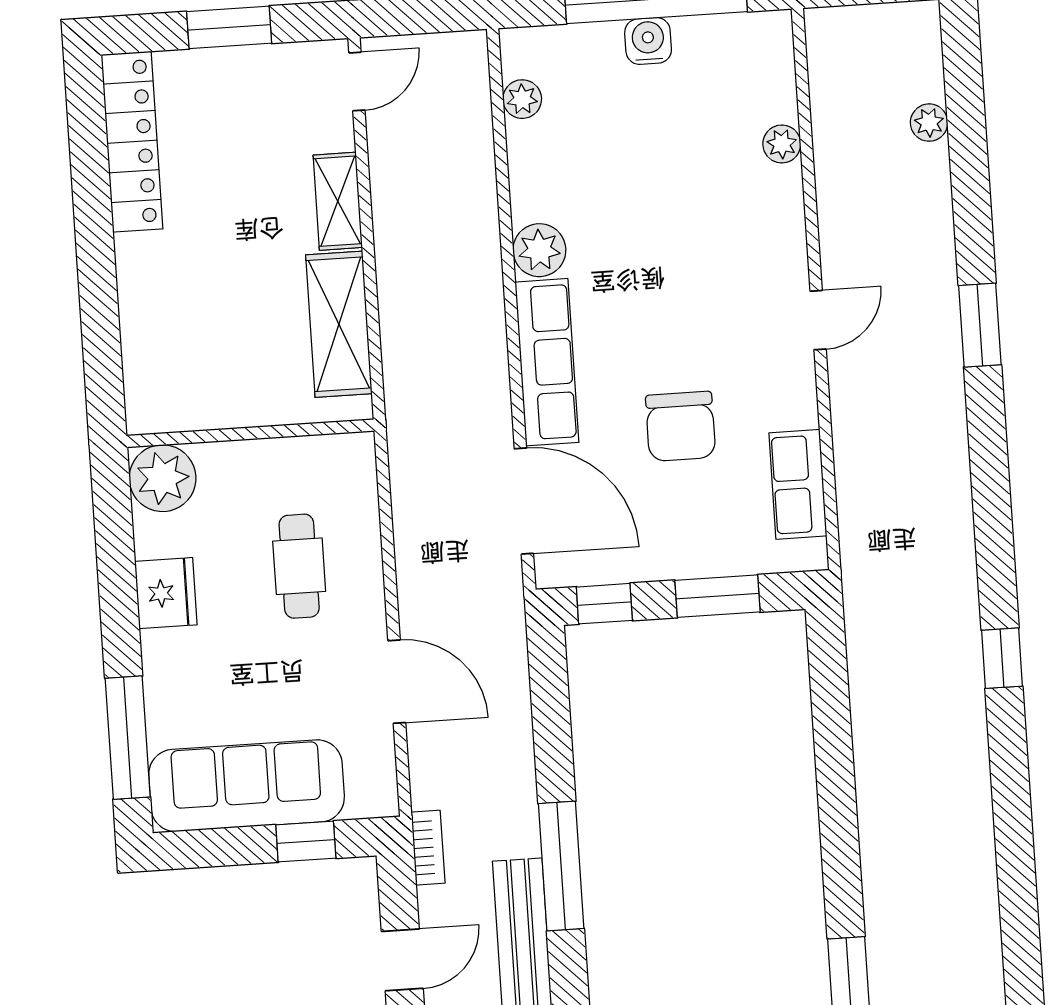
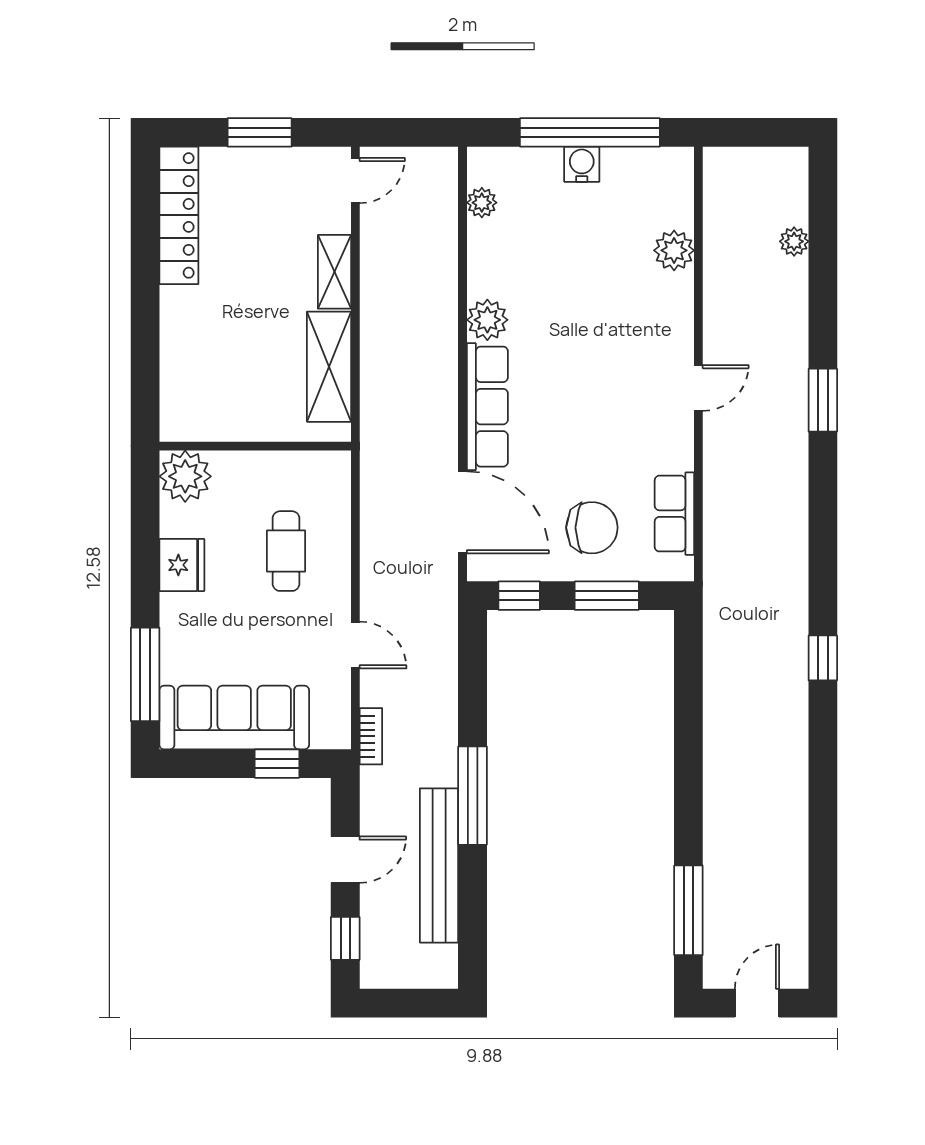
plant: (782, 144) -> (674, 250), width x1.38, depth x1.38
chair: (681, 426) -> (592, 528), moved, turned -90
door: (397, 682) -> (355, 645), width x0.73
bookcase: (428, 848) -> (371, 736), moved

